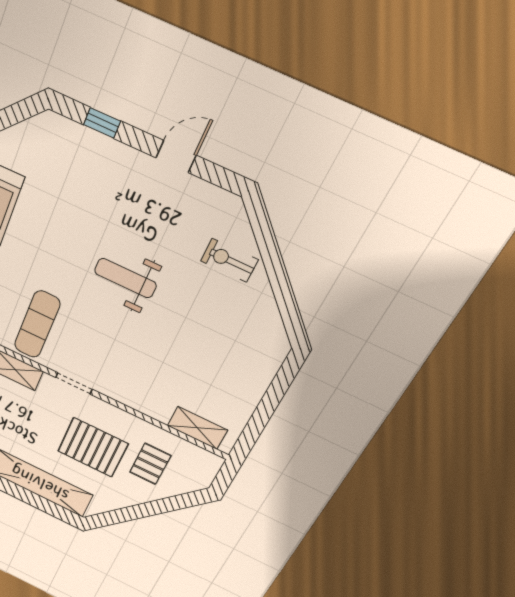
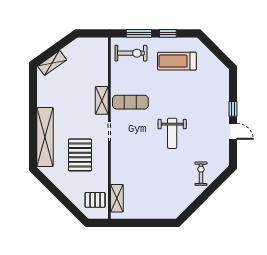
window: (102, 123) -> (233, 109), moved
weight bench: (125, 278) -> (172, 133), turned 180
pallet: (150, 464) -> (95, 200), moved

